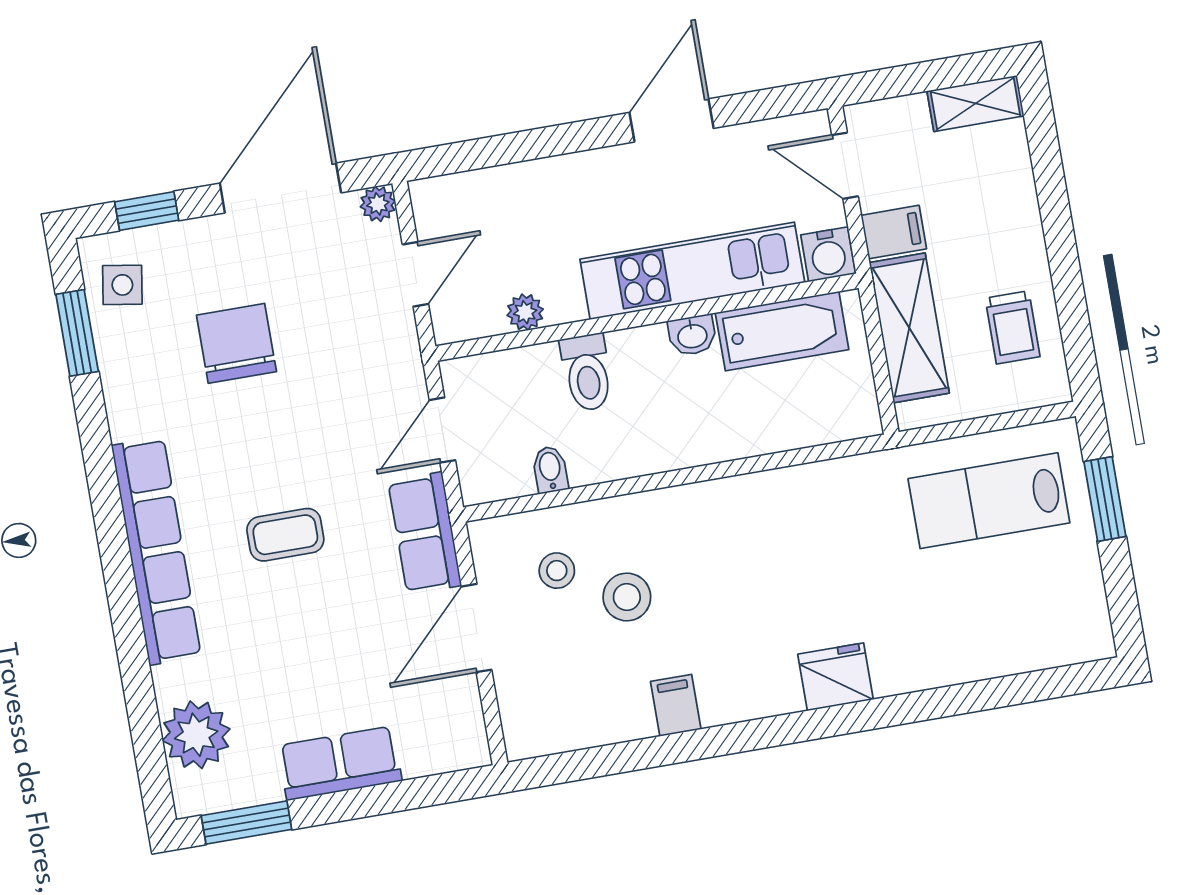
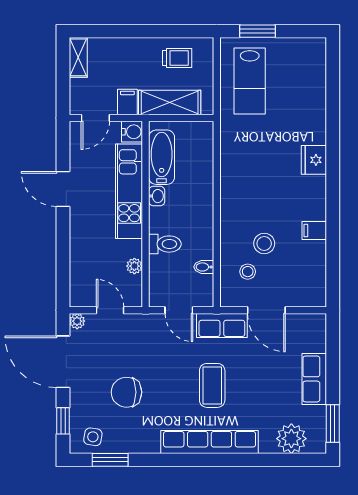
coffee table: (285, 535) -> (212, 385), width x1.36, depth x1.30

